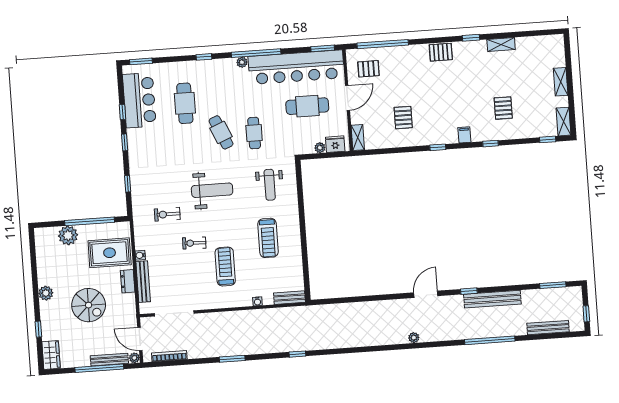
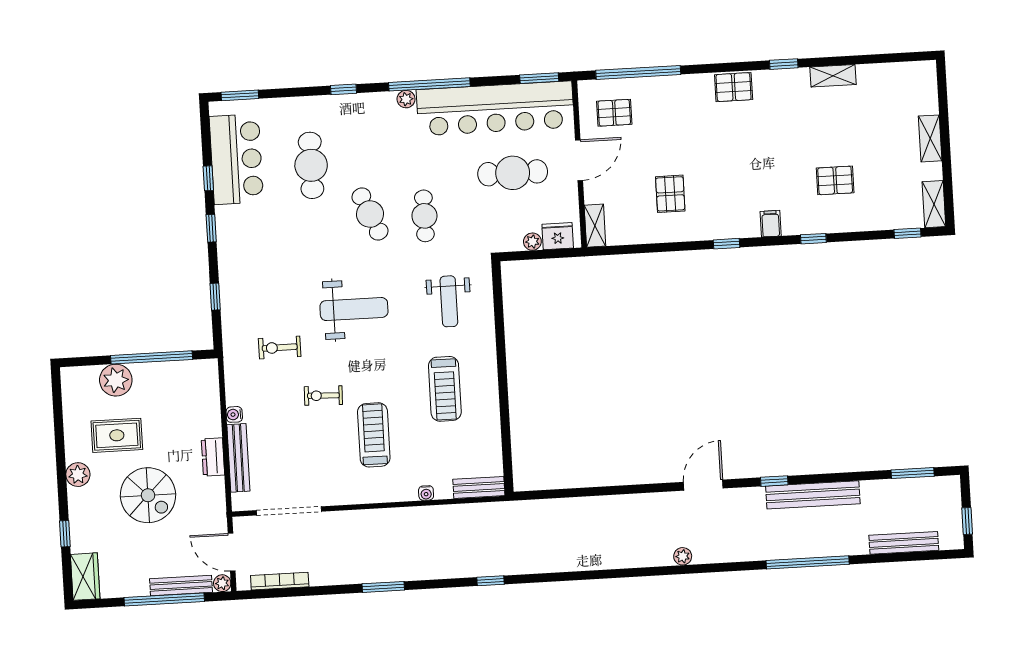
pallet: (503, 108) -> (835, 180), turned 90
rug: (110, 253) -> (117, 435), moved, width x0.73, depth x0.70

